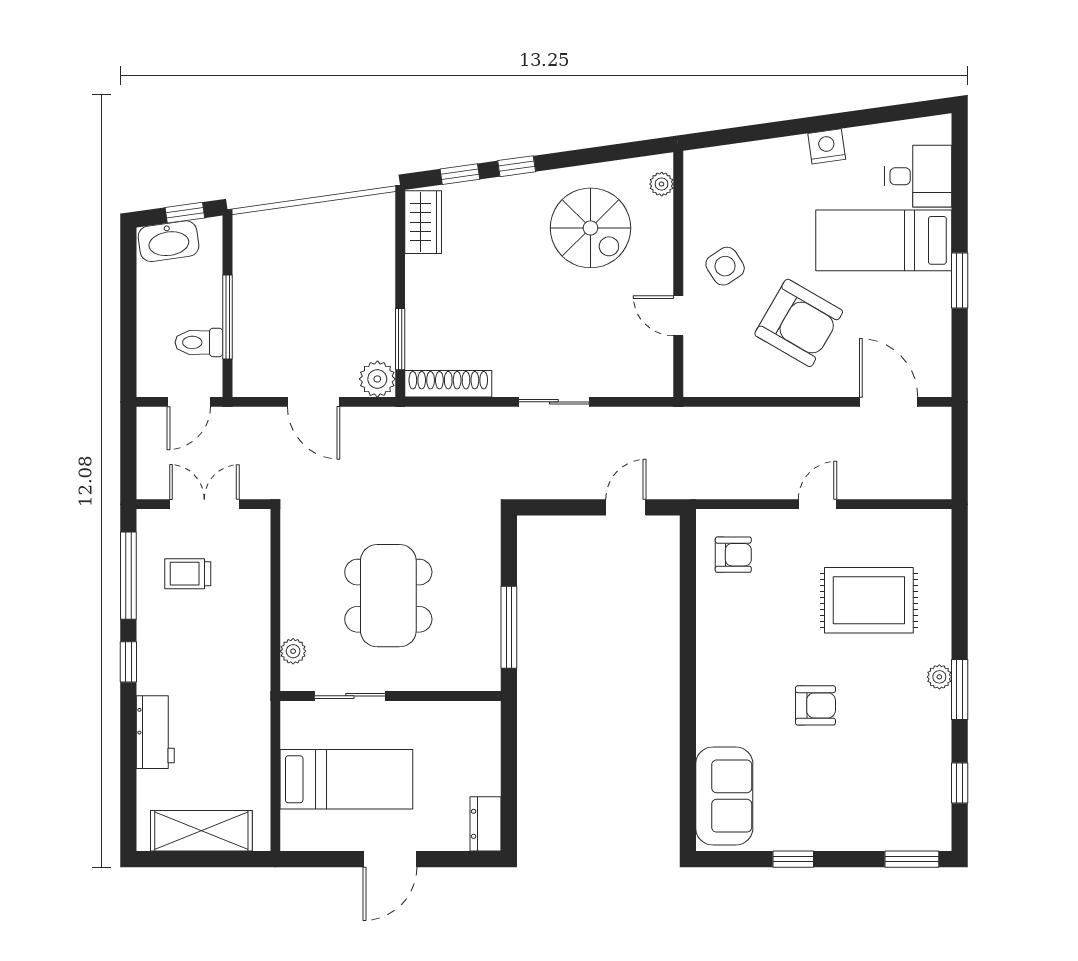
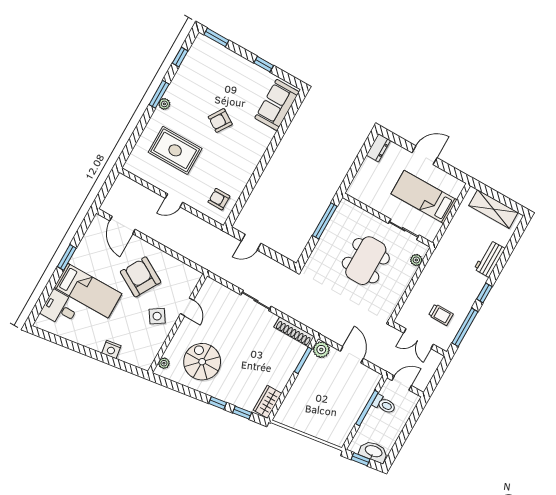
nightstand: (827, 146) -> (111, 349), moved
armchair: (815, 705) -> (220, 120), turned -57

